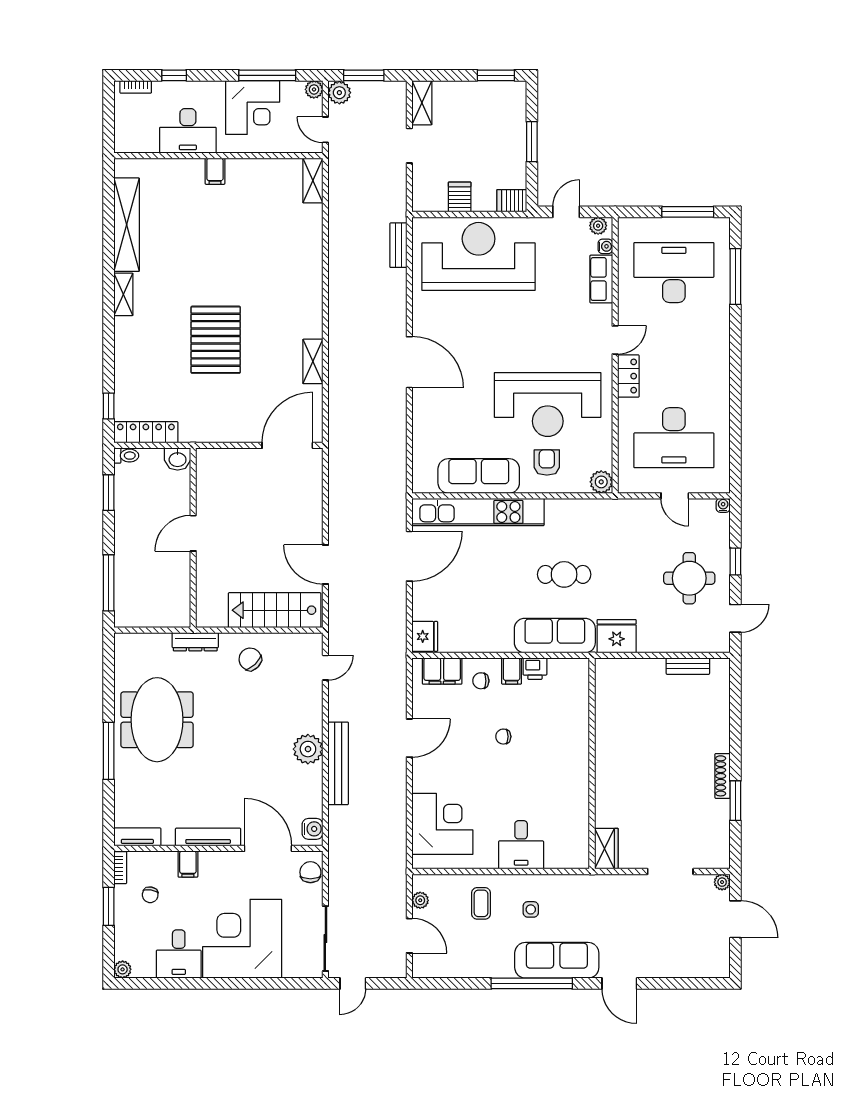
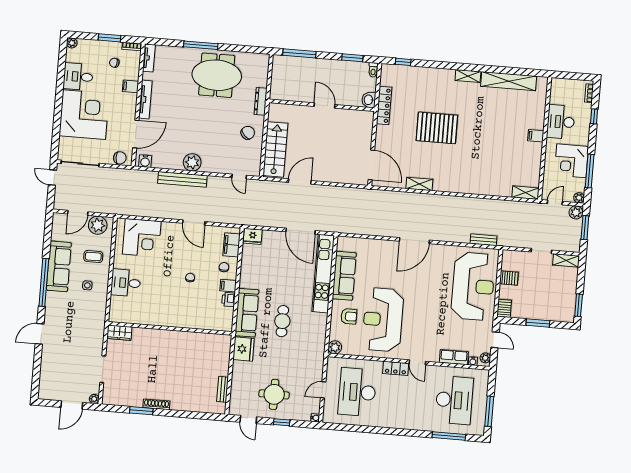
locker: (146, 432) -> (384, 106), moved
plant: (420, 900) -> (98, 225), width x1.87, depth x1.87
sofa: (557, 960) -> (59, 266), moved

